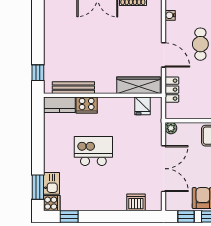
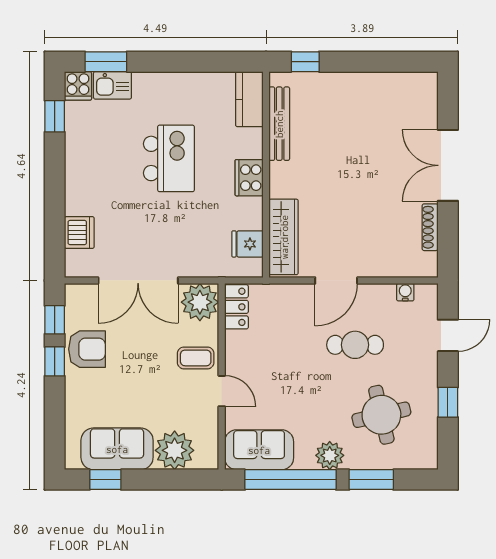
locker: (172, 90) -> (236, 307), moved, turned -90
cooker: (87, 105) -> (249, 178), moved
plant: (171, 128) -> (200, 302), width x1.88, depth x1.88

